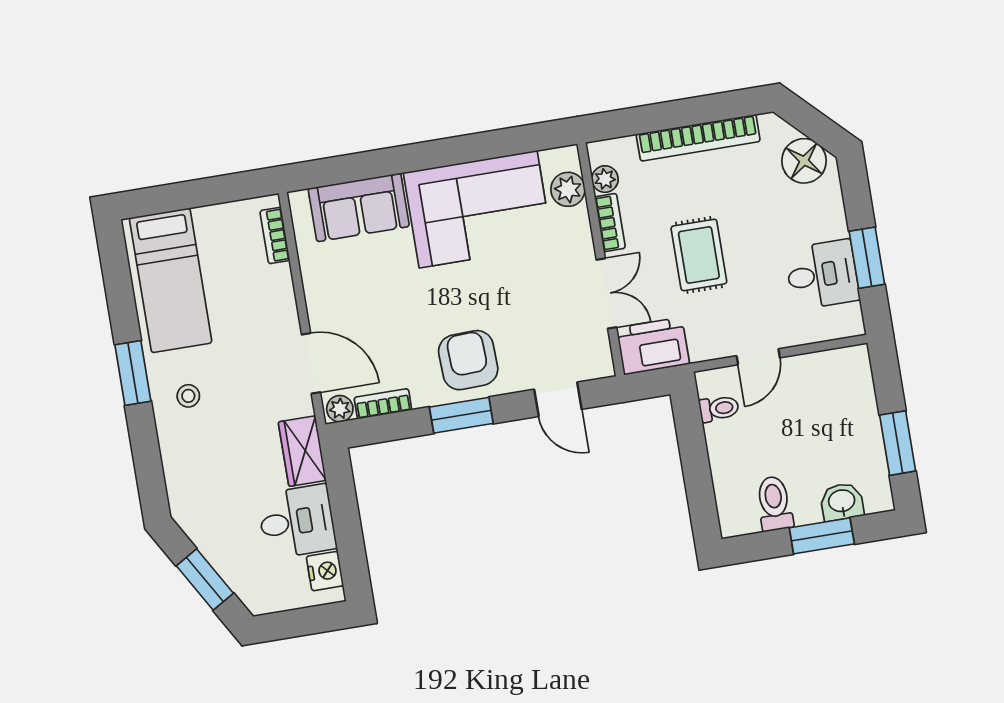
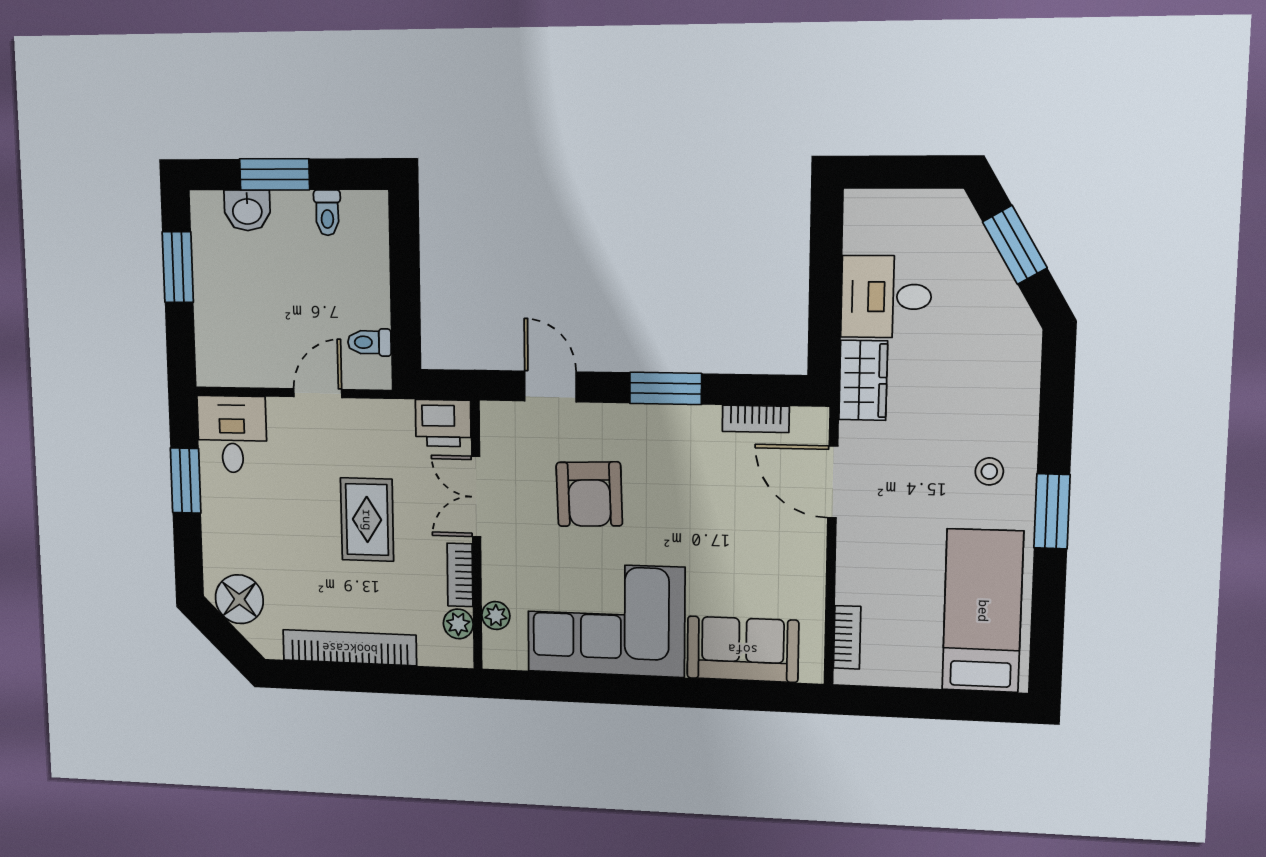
plant: (568, 189) -> (496, 616), width x0.73, depth x0.73
desk: (822, 275) -> (232, 434), moved, turned 90
printer: (653, 346) -> (443, 423), width x0.73, depth x0.84
armchair: (468, 360) -> (589, 494), moved
plant: (340, 409) -> (808, 422), removed
toilet: (774, 503) -> (327, 213), width x0.73, depth x0.72
nightstand: (325, 571) -> (863, 230), removed

